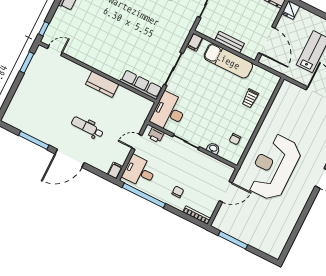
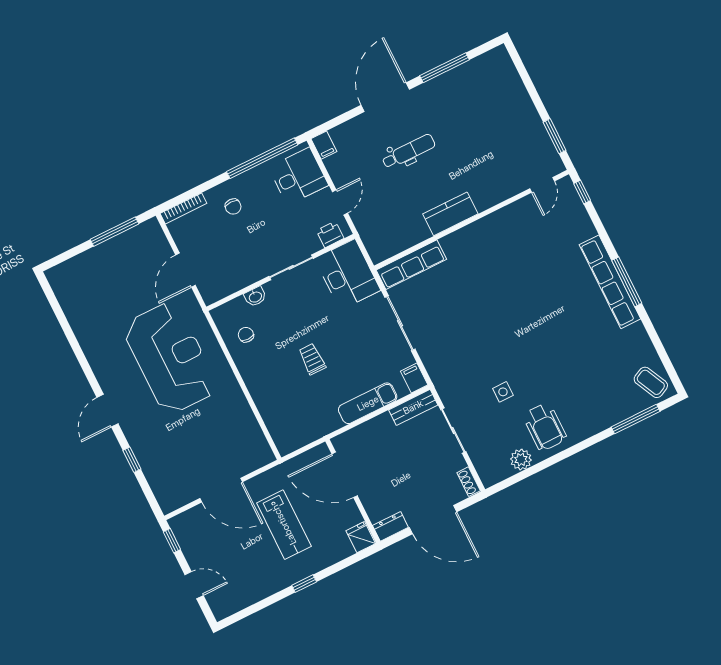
bench: (229, 42) -> (413, 407), moved
exam couch: (228, 61) -> (368, 403), width x0.73, depth x0.69
trolley: (250, 98) -> (312, 359), moved

